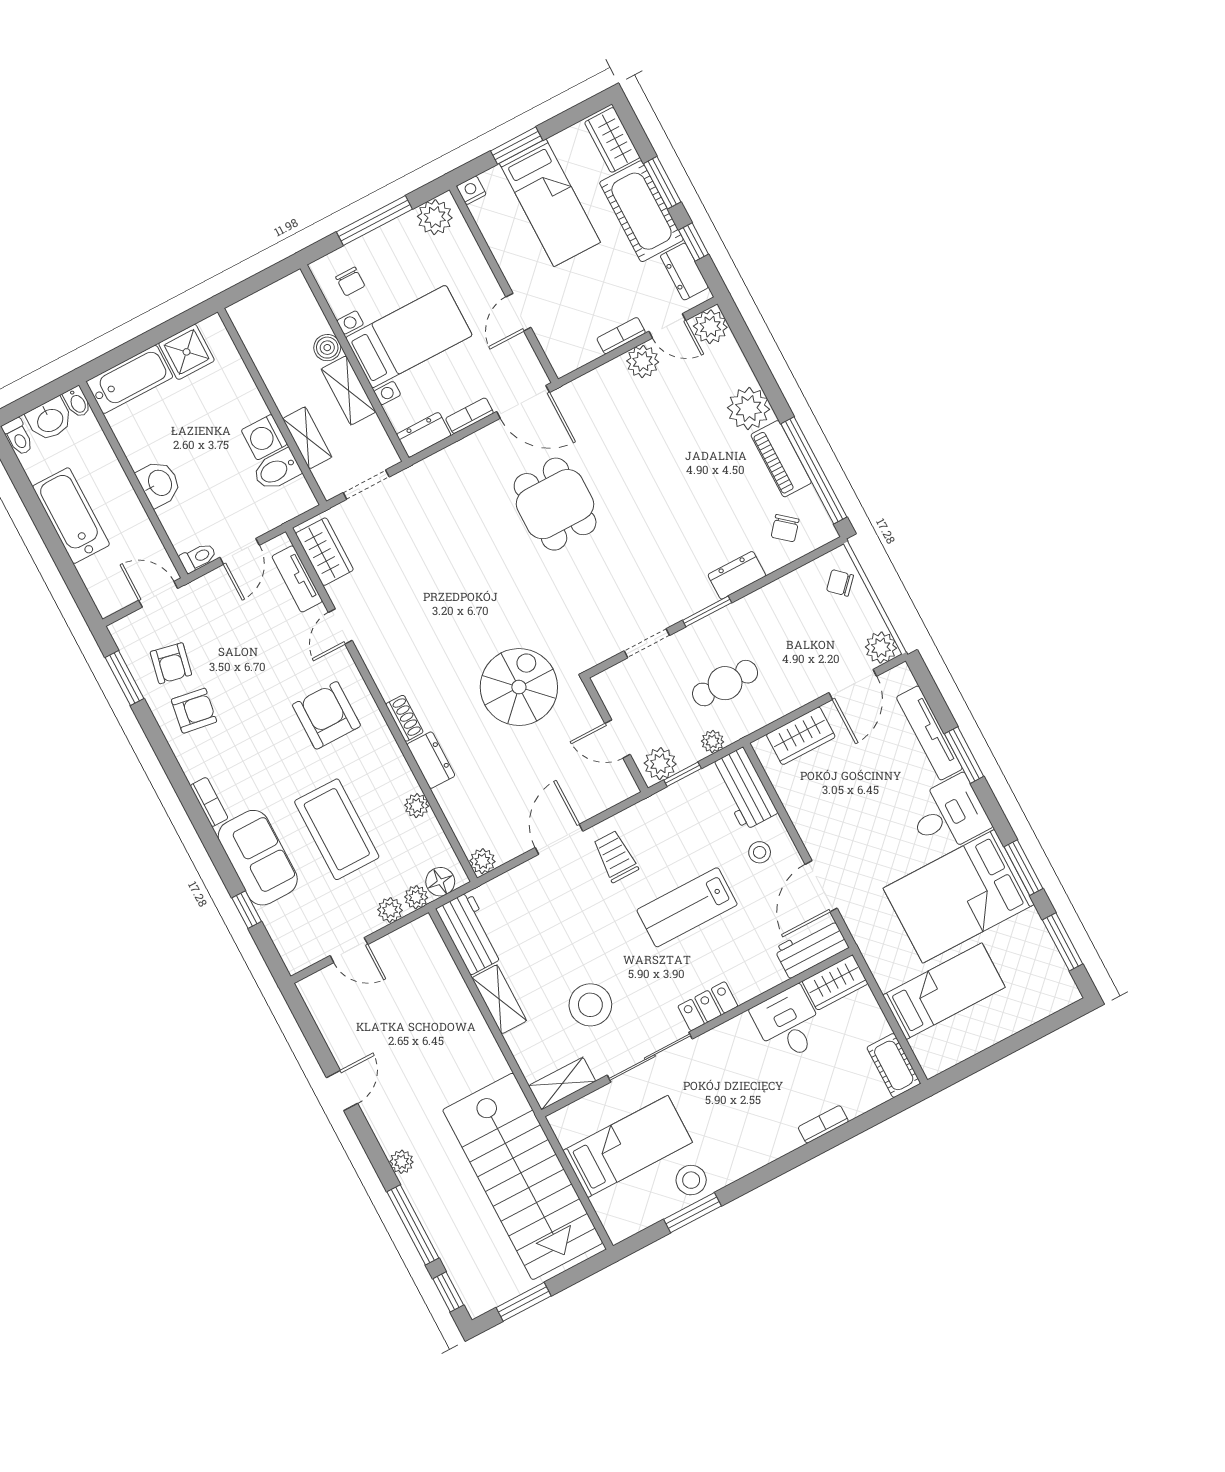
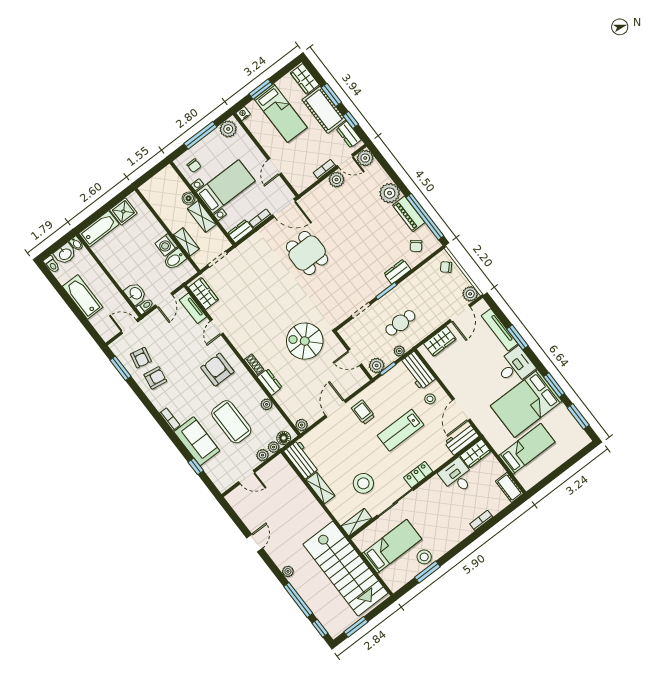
washbasin: (159, 483) -> (135, 294), moved
spiral stairs: (519, 687) -> (305, 341), turned -90

